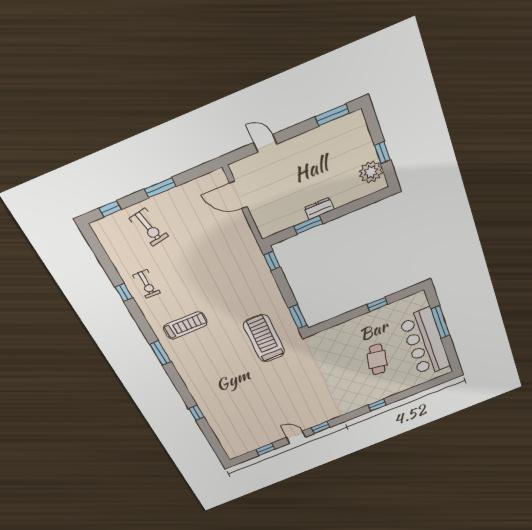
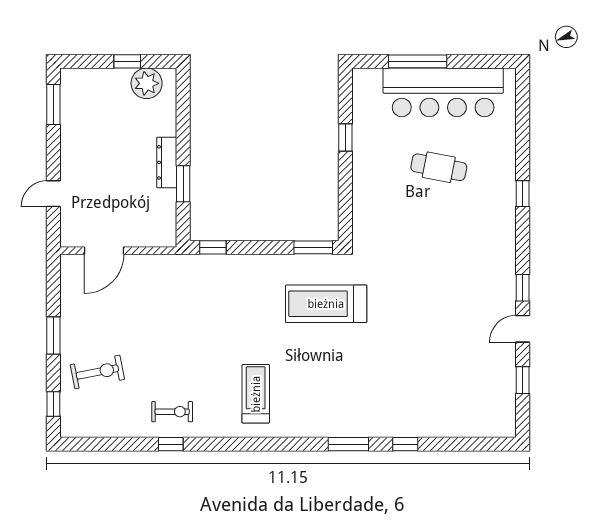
dresser: (319, 208) -> (167, 162), width x1.44
window: (160, 353) -> (348, 444), moved

